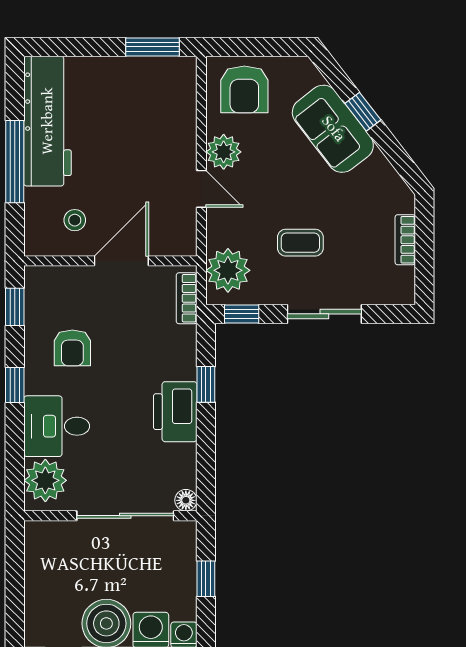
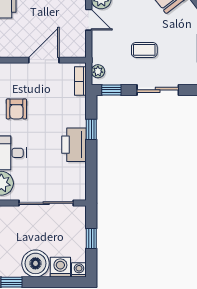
stool: (75, 220) -> (18, 37), removed
plant: (228, 270) -> (98, 71), width x0.53, depth x0.53
floor lamp: (186, 500) -> (80, 194), removed

